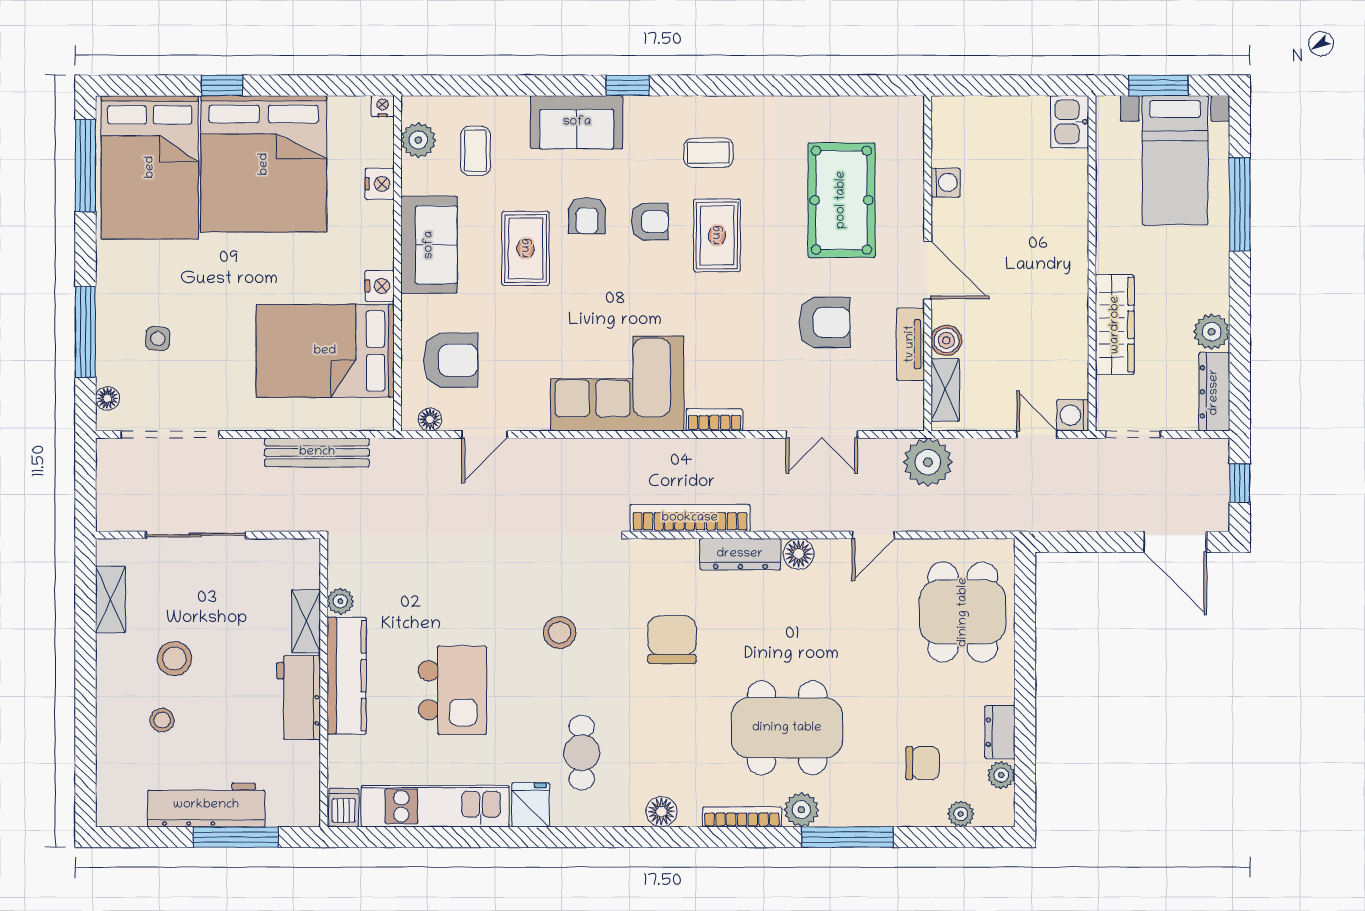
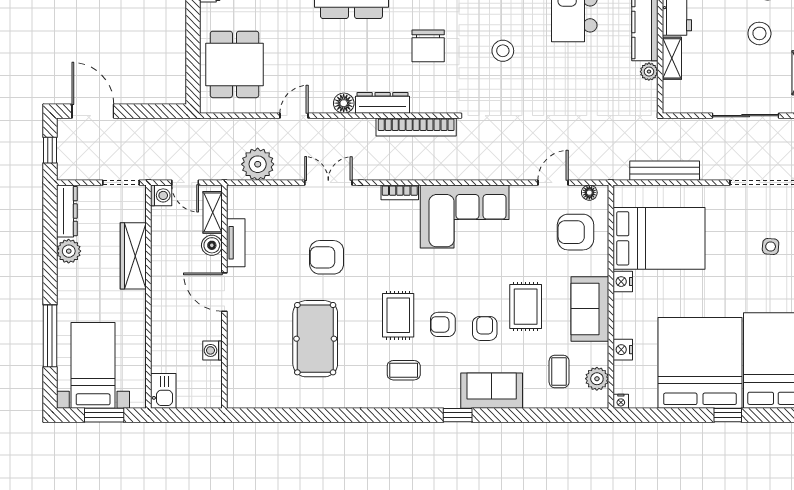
washing machine: (945, 183) -> (212, 350), moved
wall: (928, 263) -> (224, 297), moved
door: (928, 270) -> (224, 292), moved
boiler: (946, 340) -> (212, 245), moved
tv unit: (910, 344) -> (236, 243), moved
shelving: (945, 390) -> (213, 212), moved

